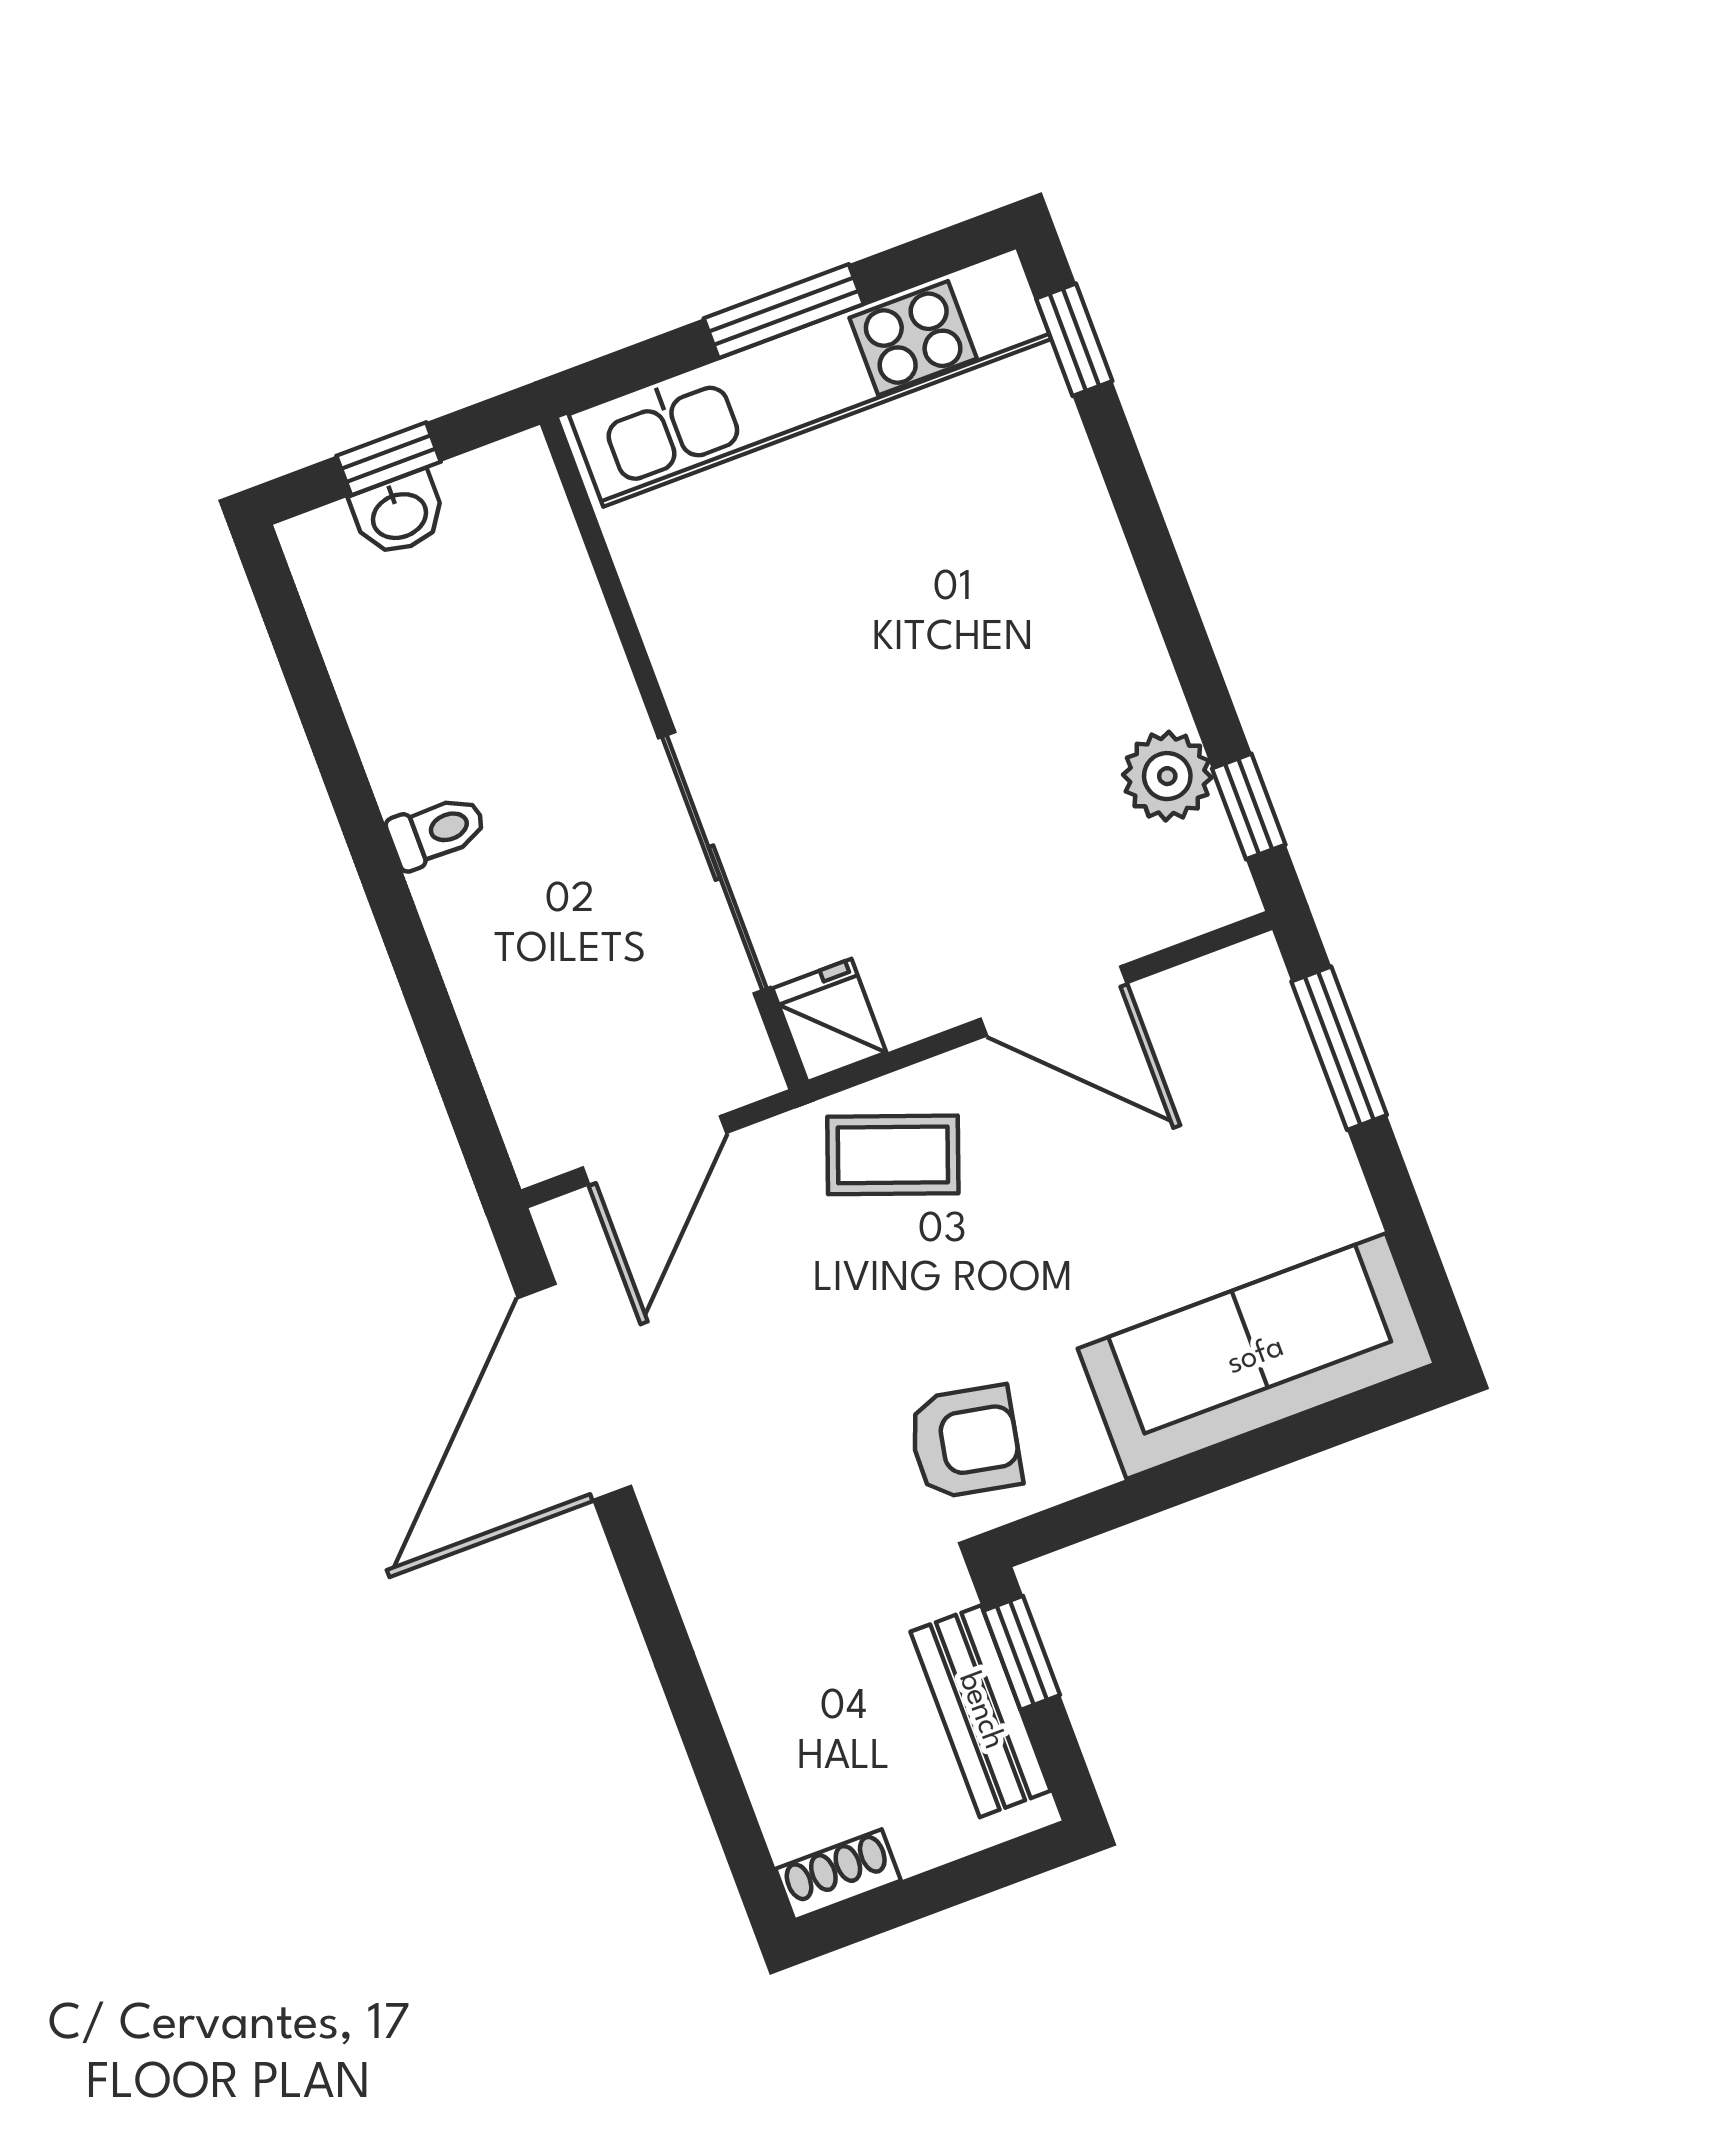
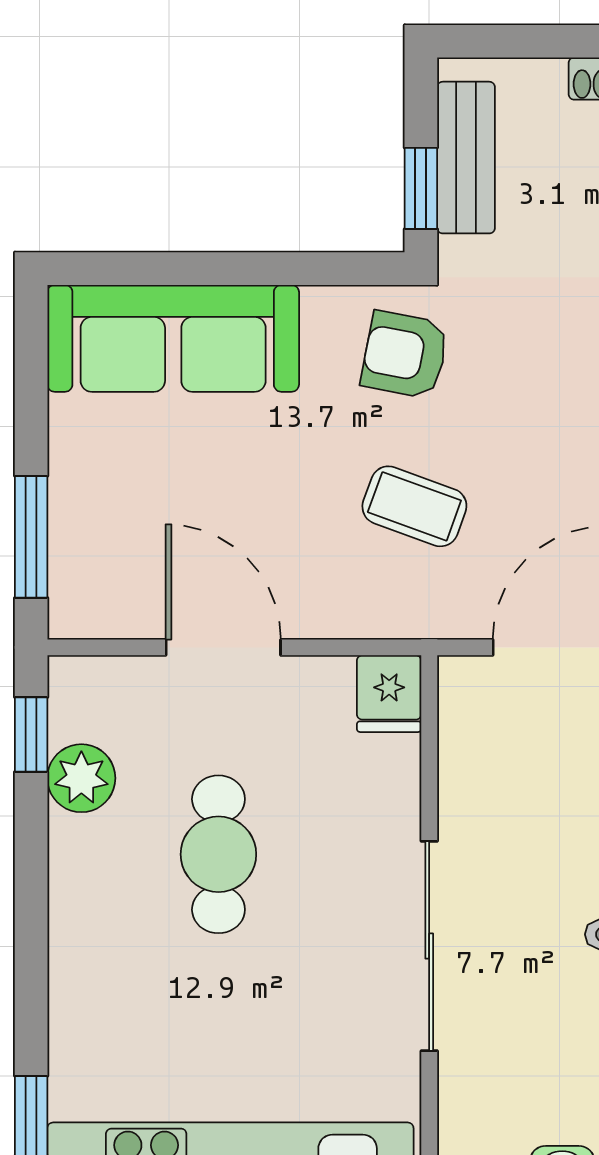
cafe table: (965, 746) -> (218, 854), added
sliding door: (714, 863) -> (429, 946), moved
coffee table: (893, 1155) -> (414, 506), moved

